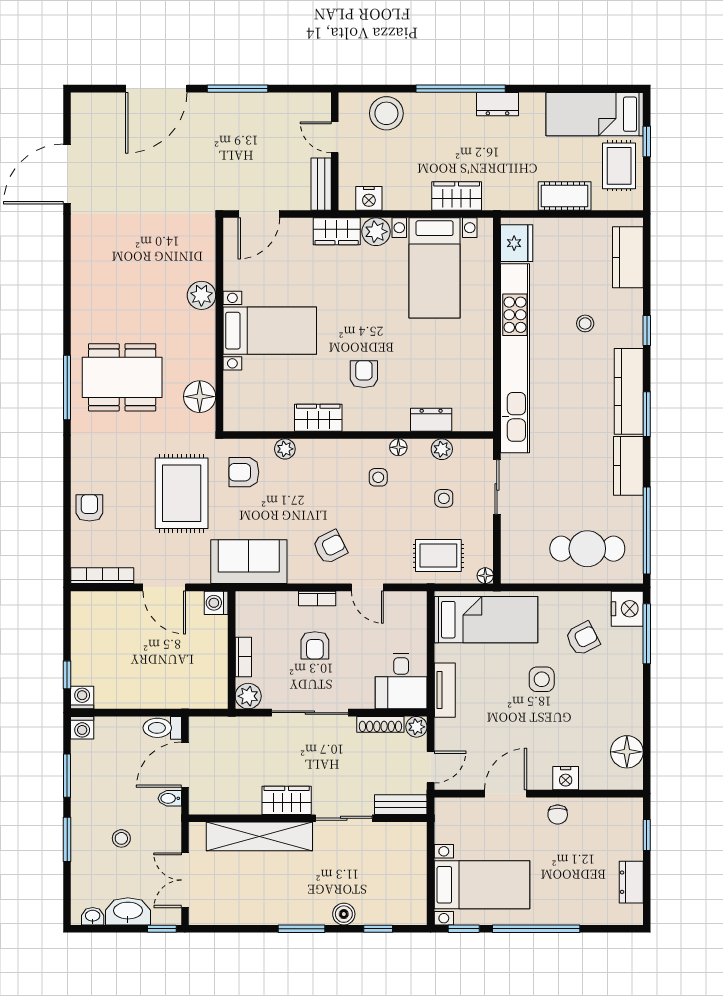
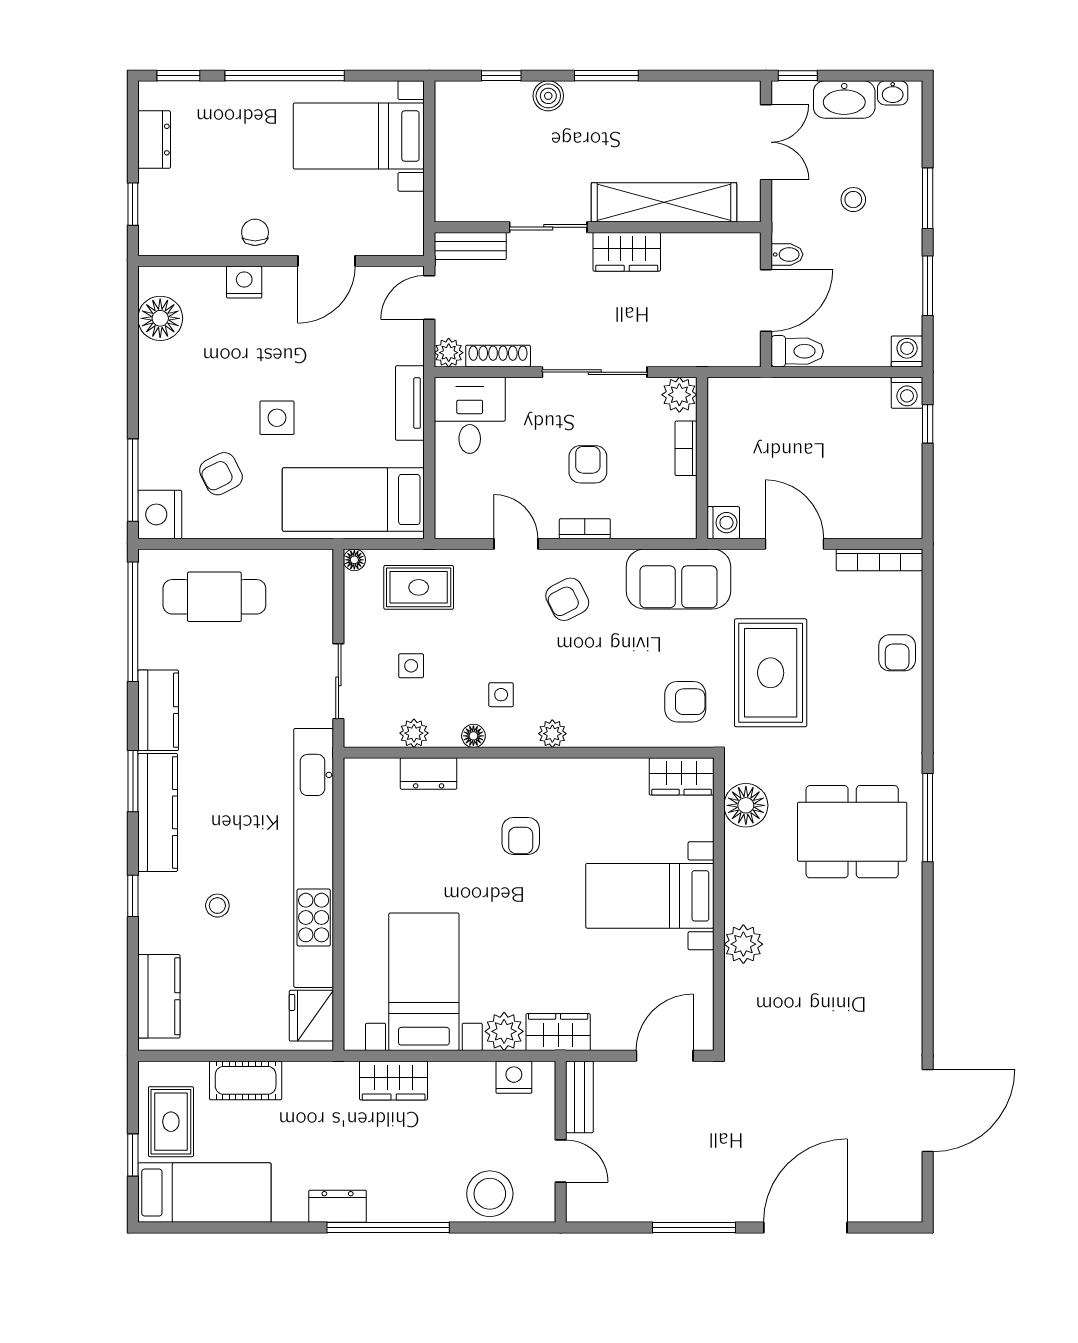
wardrobe: (318, 418) -> (682, 776), moved
plant: (285, 449) -> (552, 734), moved
window: (464, 929) -> (178, 76), moved

